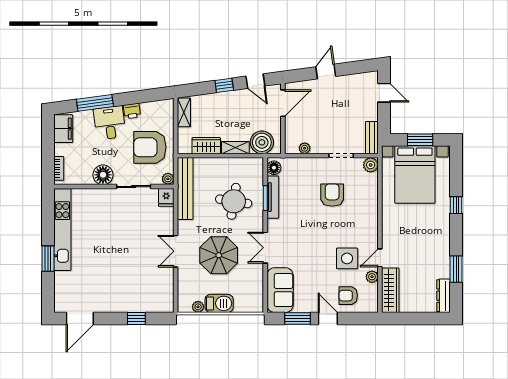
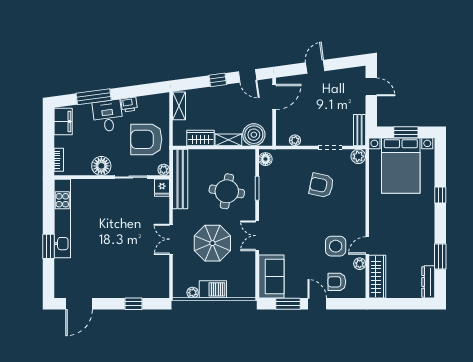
armchair: (332, 195) -> (321, 185), turned -78
tv unit: (273, 197) -> (264, 187), removed

